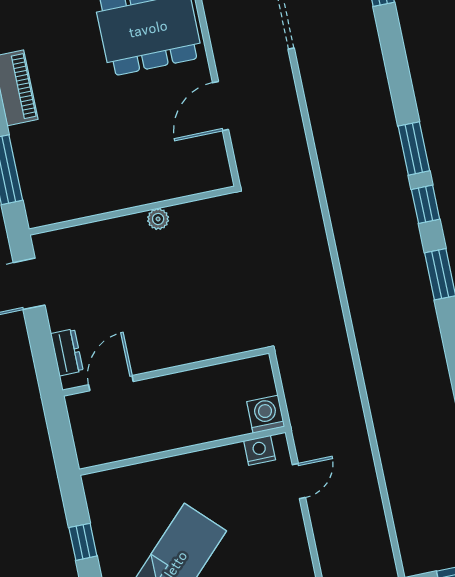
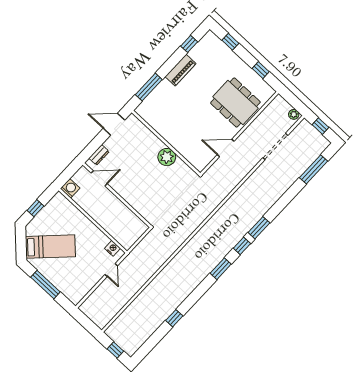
plant: (158, 219) -> (167, 157), width x1.87, depth x1.87
washing machine: (266, 414) -> (70, 188), moved
door: (299, 481) -> (111, 270), hinge flipped

